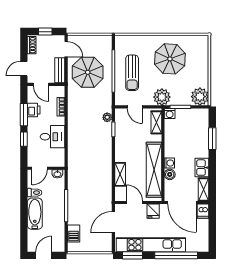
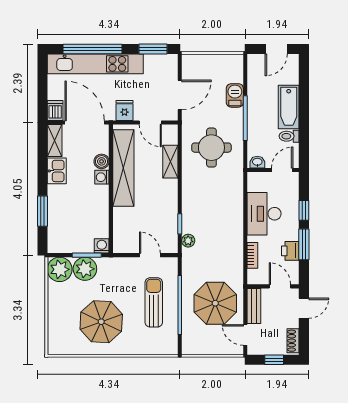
plant: (162, 97) -> (85, 269), moved
shelving: (156, 122) -> (120, 234), removed
desk: (53, 137) -> (264, 214), width x1.37
round table: (90, 184) -> (211, 148), added
barbecue: (74, 233) -> (235, 95), moved
kitchen unit: (151, 245) -> (95, 64), moved

